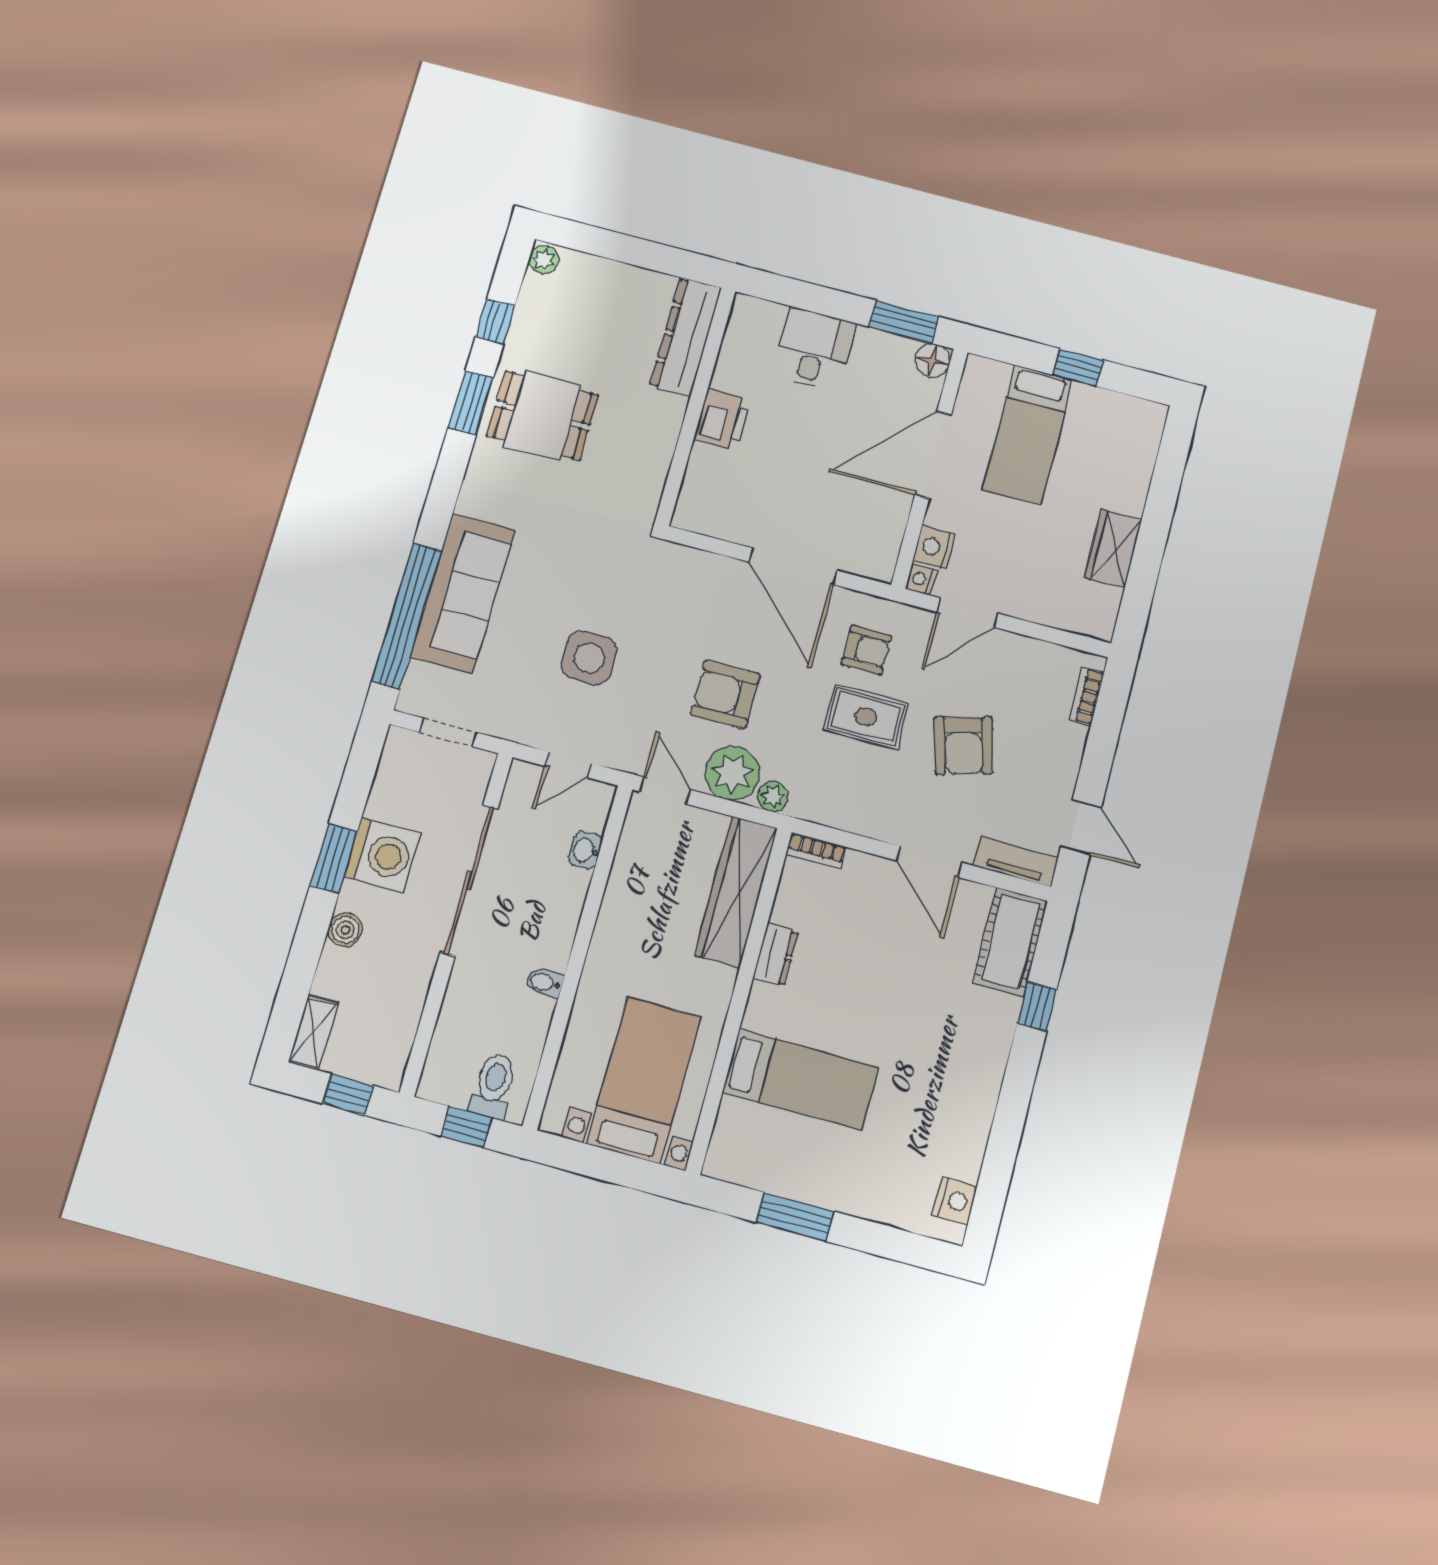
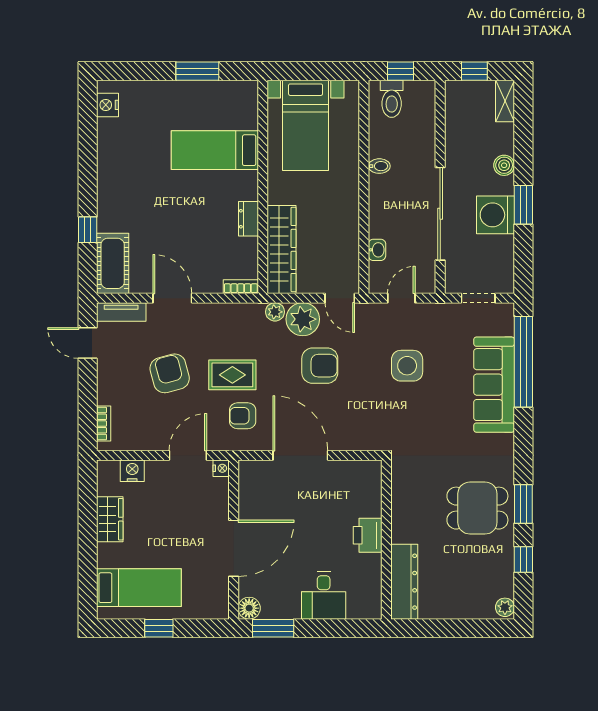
bed: (1028, 434) -> (139, 588), moved, turned 90
nightstand: (934, 547) -> (132, 471), moved, turned -90

